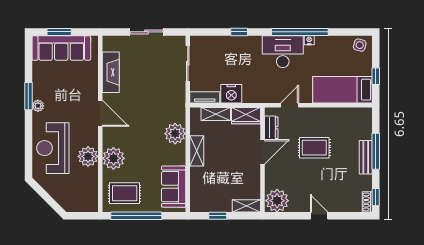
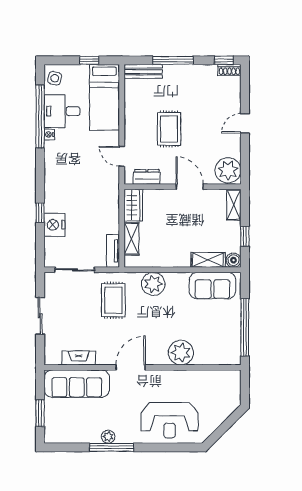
window: (300, 32) -> (40, 117), moved
sofa: (61, 48) -> (77, 384), moved, turned 90
desk: (283, 52) -> (62, 111), moved, width x0.73
fireplace: (111, 72) -> (79, 358), width x0.73, depth x0.76
nightstand: (231, 94) -> (54, 225), moved, turned 180
window: (28, 96) -> (112, 447), width x1.44
plant: (38, 106) -> (108, 437), moved
shelving: (197, 151) -> (208, 260), moved
door: (262, 152) -> (190, 187), moved
plant: (88, 156) -> (179, 381), removed
bench: (366, 157) -> (143, 71), moved
rug: (125, 193) -> (113, 300), moved
boiler: (196, 206) -> (234, 260), added

